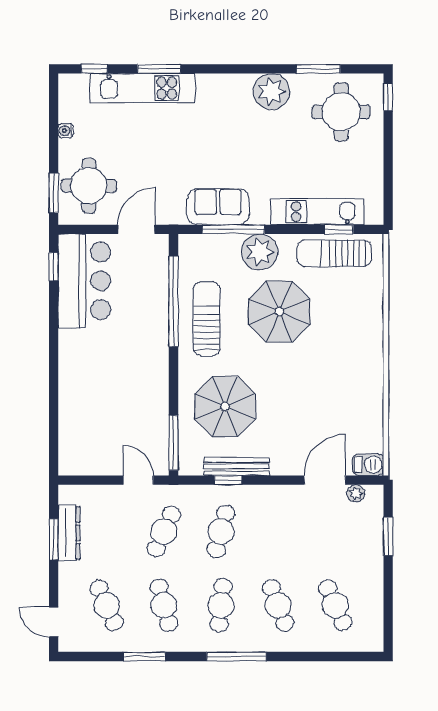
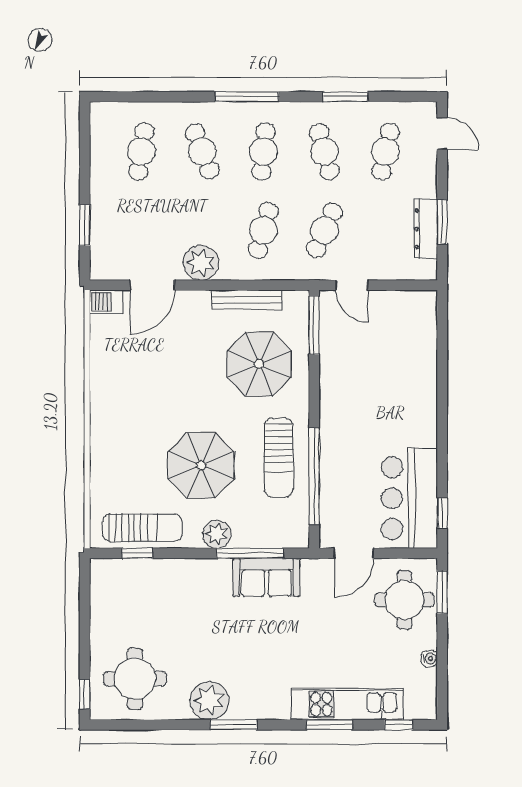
window: (318, 69) -> (234, 725), moved
kitchen unit: (318, 212) -> (160, 572), removed
plant: (260, 252) -> (217, 534), width x0.73, depth x0.73
window: (228, 480) -> (256, 285), removed
plant: (356, 493) -> (201, 263), moved, width x1.88, depth x1.88
cafe table: (107, 605) -> (386, 152), turned 36
cafe table: (335, 605) -> (141, 152), turned 33

